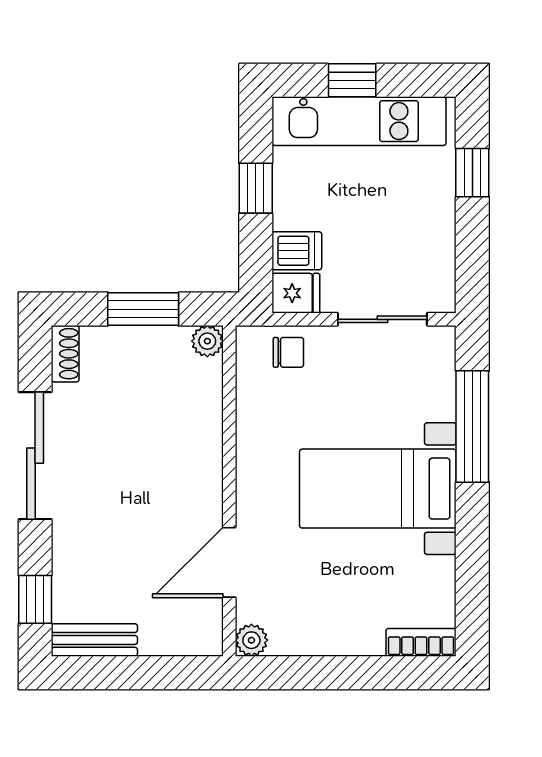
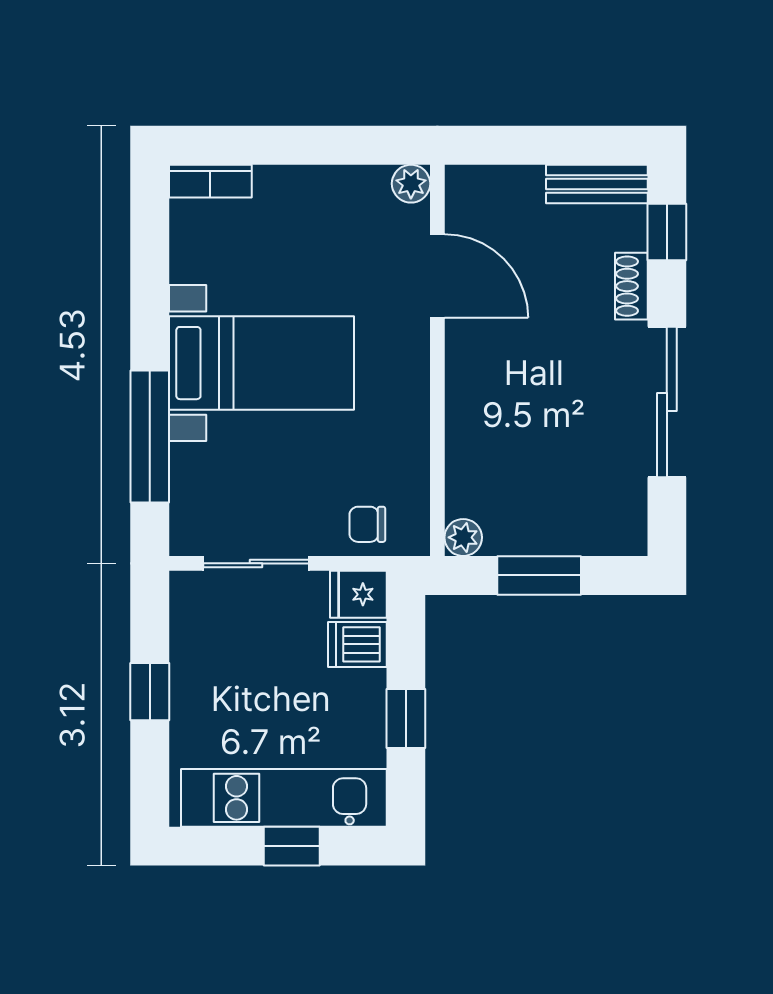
window: (472, 173) -> (150, 692), moved
shoe rack: (65, 354) -> (631, 286), moved
door: (229, 562) -> (437, 276), hinge flipped

